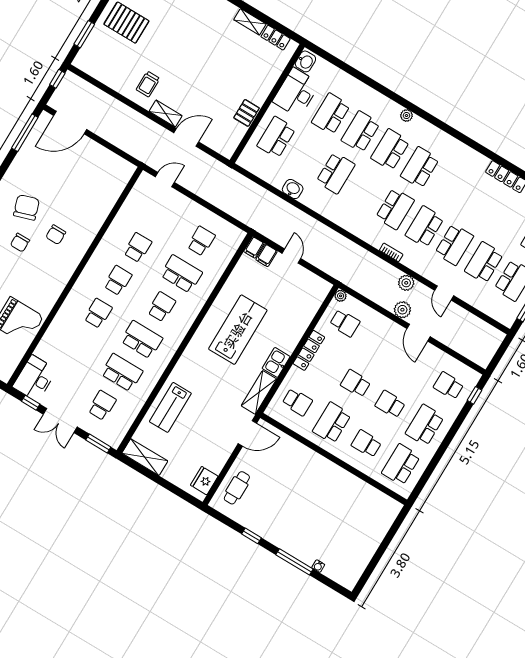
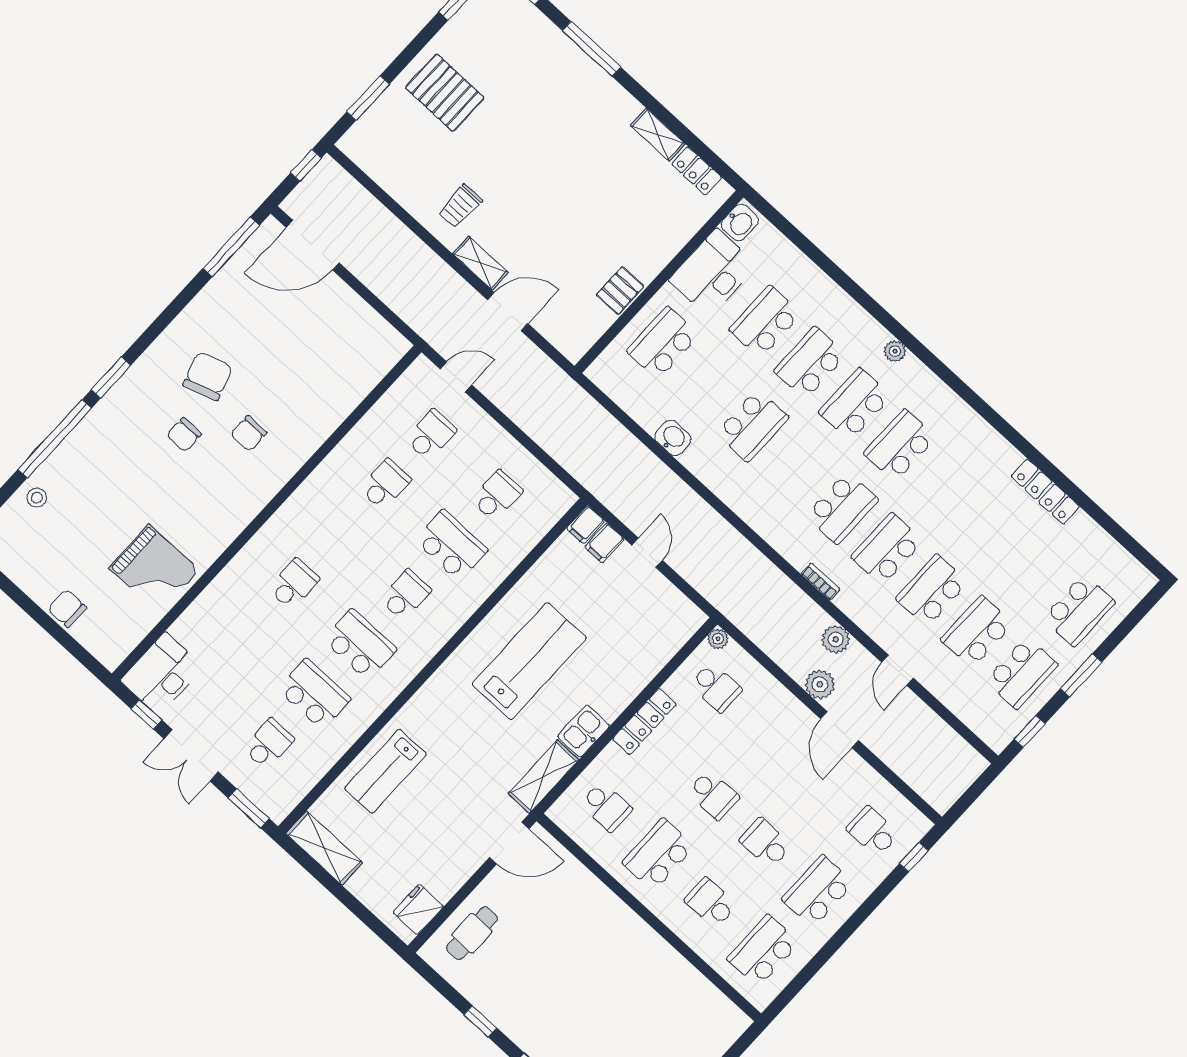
school desk: (454, 245) -> (932, 590), turned 180
school desk: (118, 280) -> (431, 435), moved
school desk: (356, 383) -> (713, 795), turned 180

